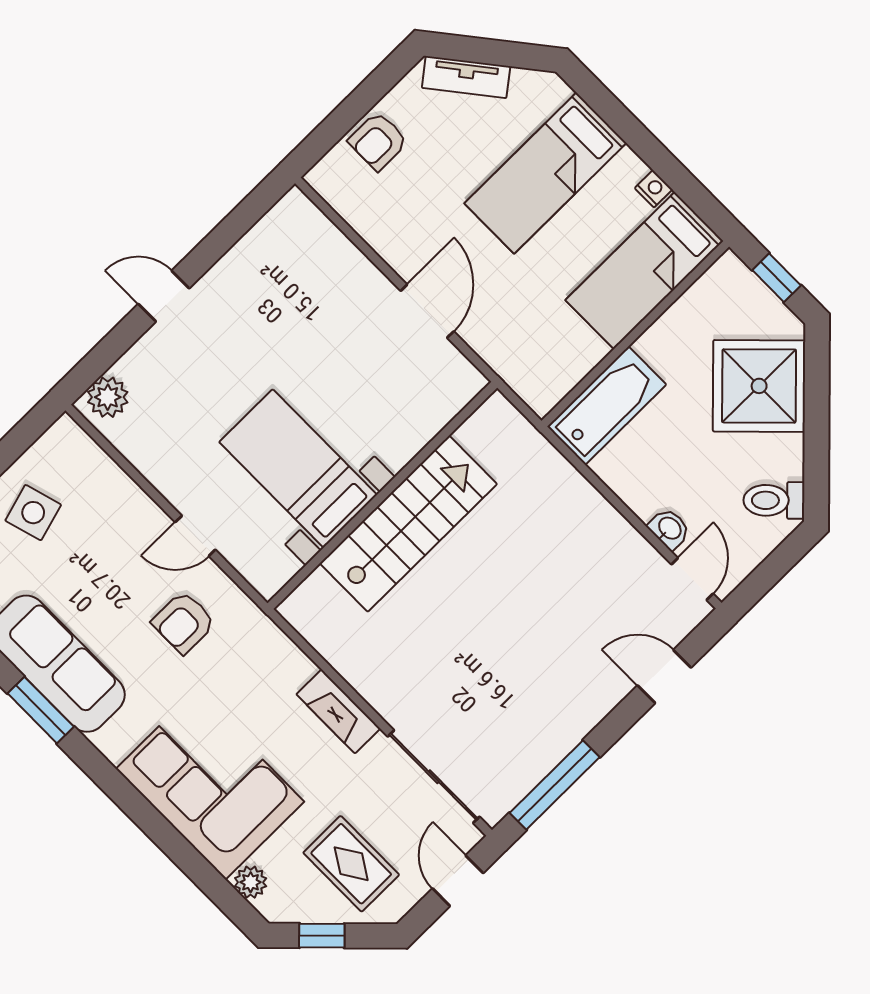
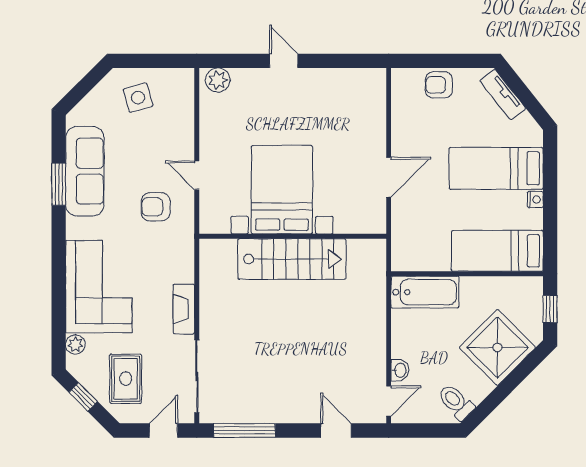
nightstand: (654, 189) -> (535, 199), moved
bed with nightstands: (298, 468) -> (282, 190), width x1.36

